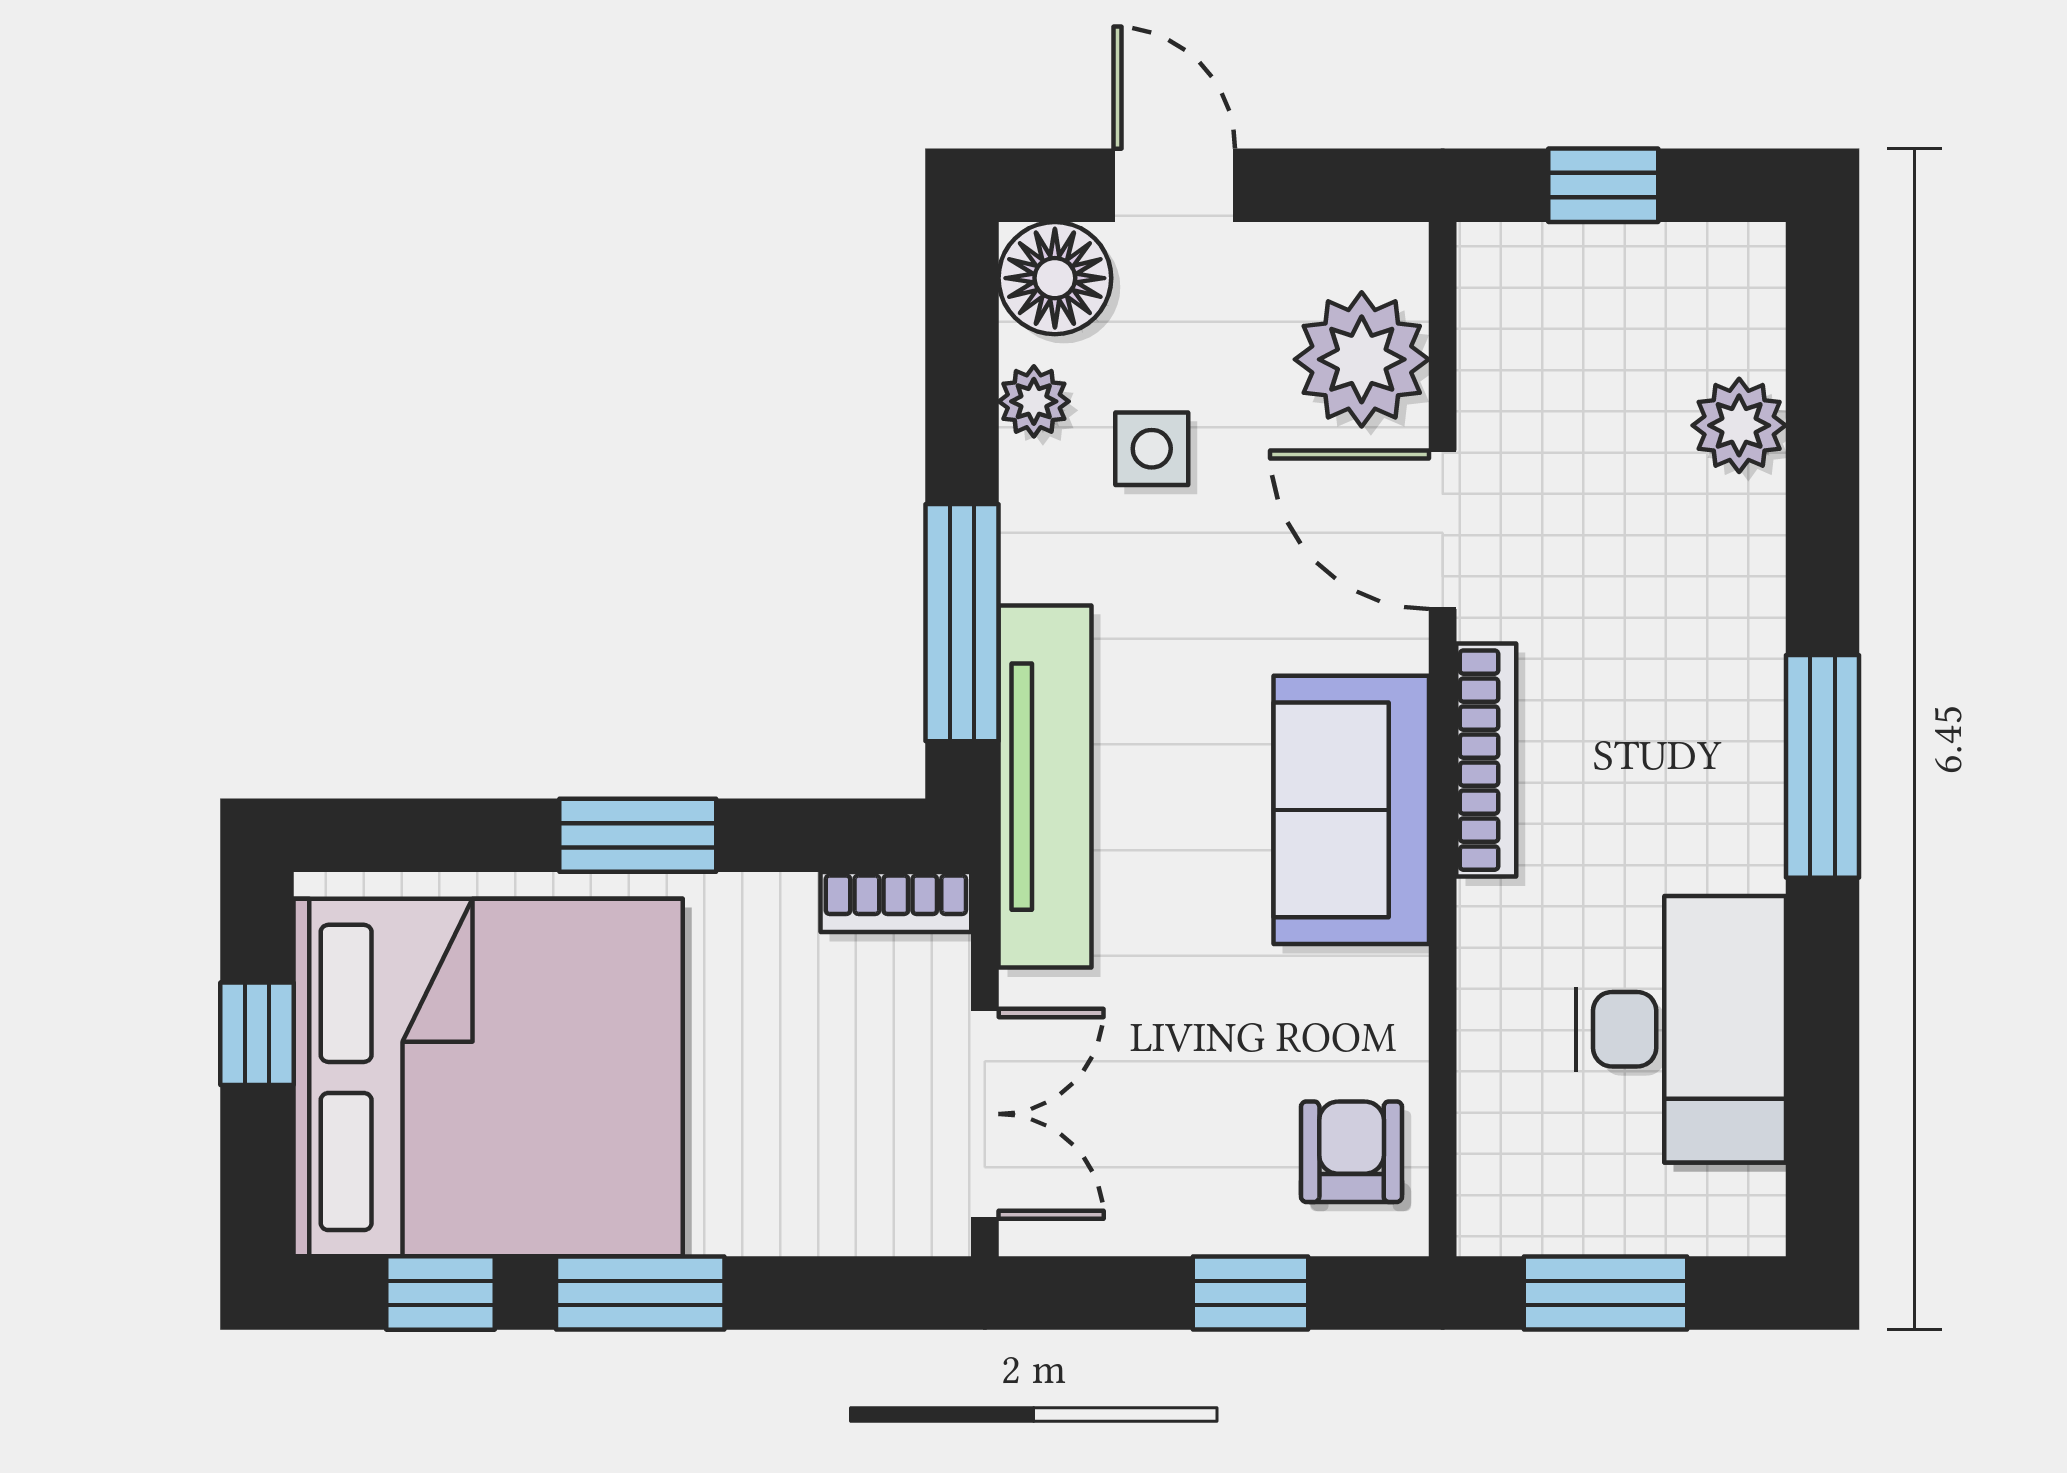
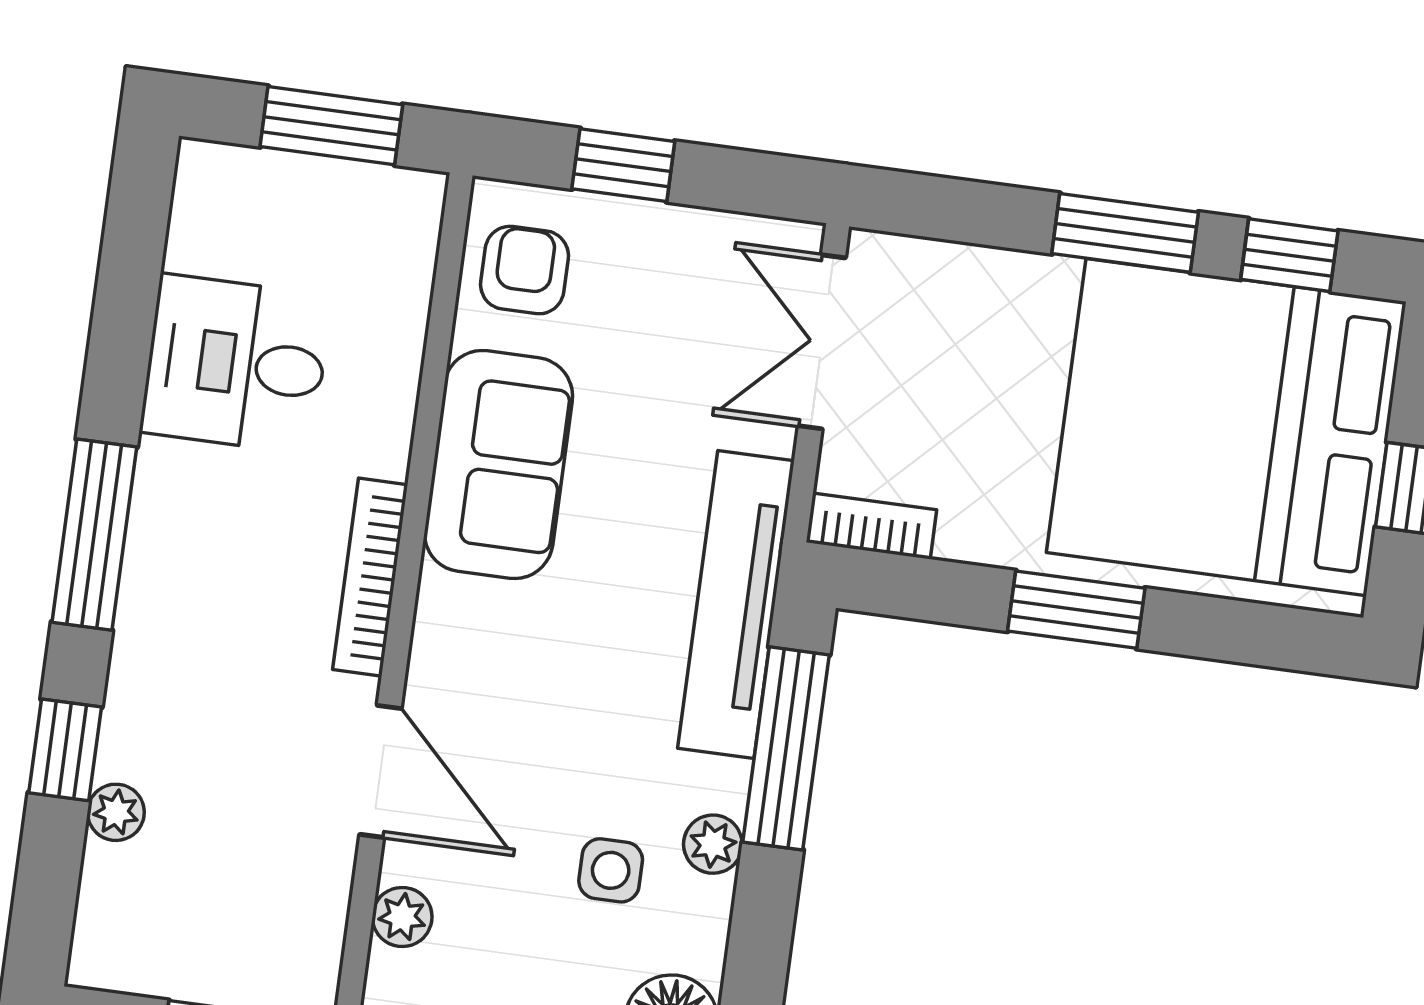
plant: (1362, 359) -> (402, 917), width x0.53, depth x0.53
plant: (1034, 401) -> (713, 844), moved
plant: (1739, 425) -> (116, 812), width x0.73, depth x0.73
window: (1823, 505) -> (65, 750), added
sofa: (1351, 810) -> (498, 465), moved
desk: (1681, 1029) -> (236, 364), width x0.73
armchair: (1352, 1152) -> (524, 270), turned 180

